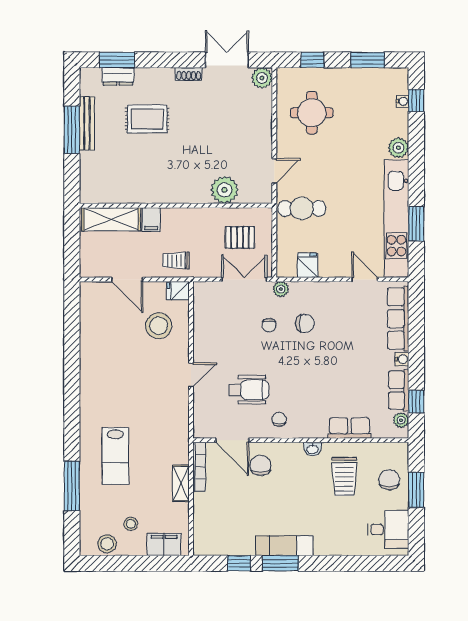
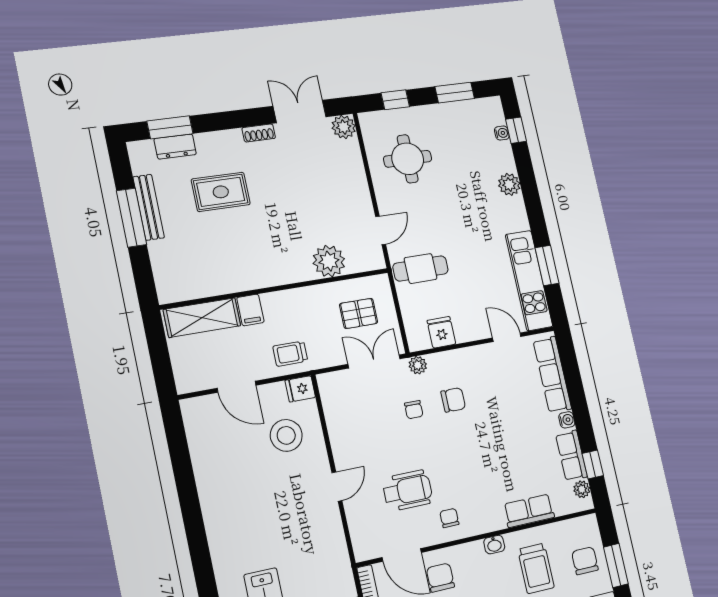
kitchen unit: (396, 218) -> (529, 281), width x0.73

